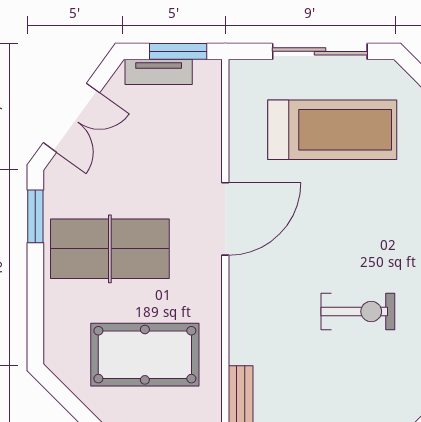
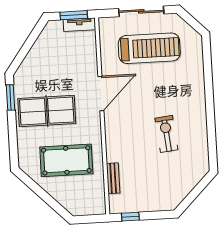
tv unit: (159, 72) -> (79, 25), moved
double door: (72, 118) -> (25, 50), removed
exercise bike: (358, 311) -> (166, 134), turned -96

